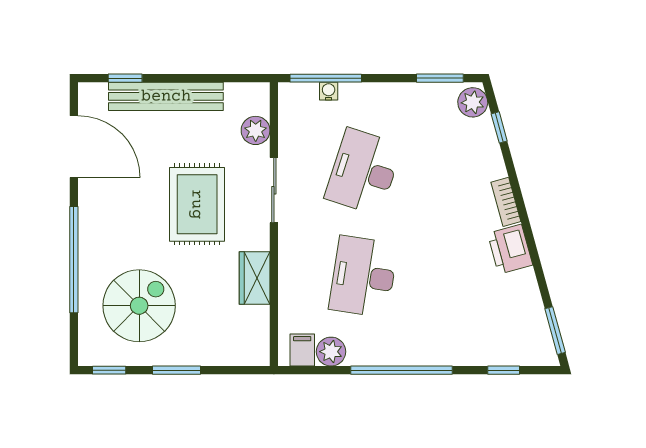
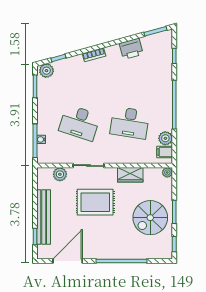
printer: (510, 249) -> (131, 49), moved
spiral stairs: (139, 306) -> (150, 218), moved, turned -90
plant: (259, 356) -> (167, 172), added

